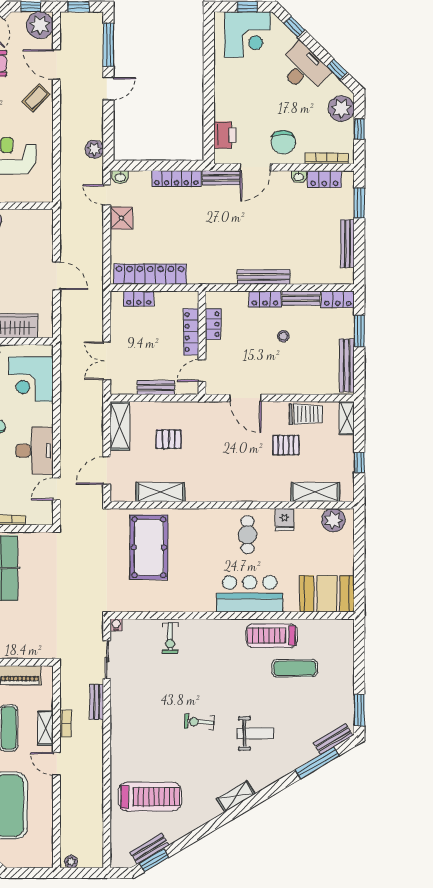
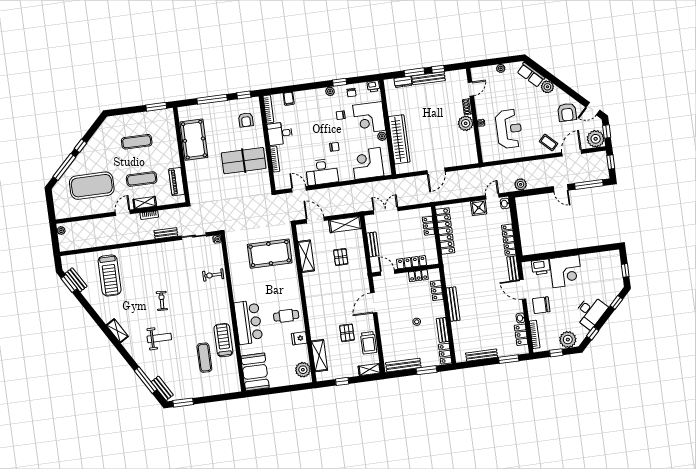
corner desk: (247, 35) -> (566, 271), moved, turned -90
locker: (265, 299) -> (437, 290), moved
weight bench: (255, 733) -> (159, 338), turned -90

